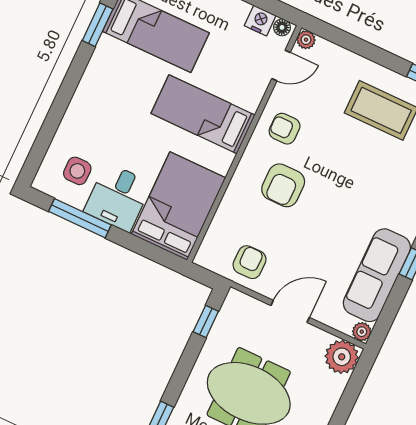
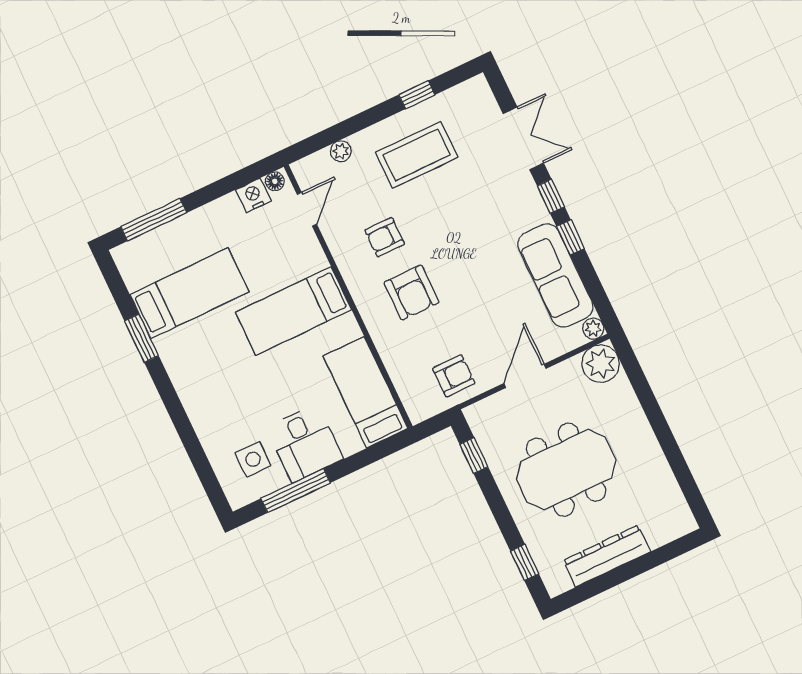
plant: (306, 40) -> (341, 151), moved
armchair: (285, 129) -> (385, 237), moved
bed: (179, 206) -> (366, 392), width x0.67
armchair: (250, 262) -> (454, 376), turned 90

